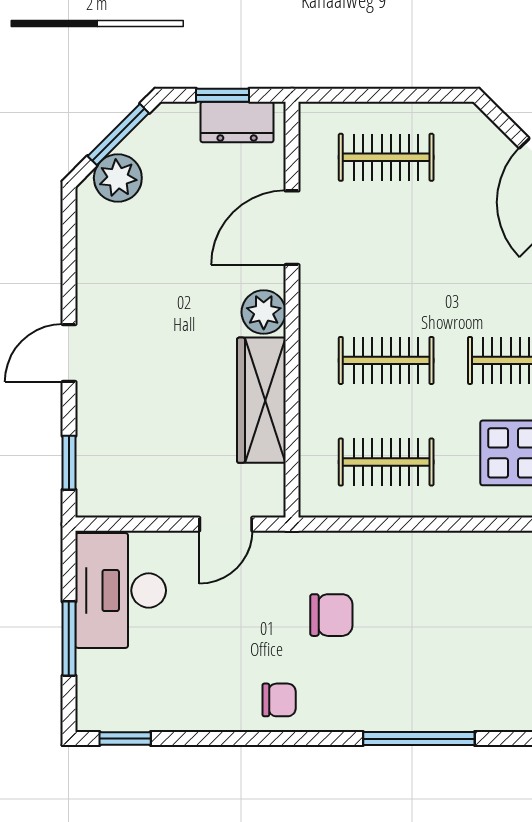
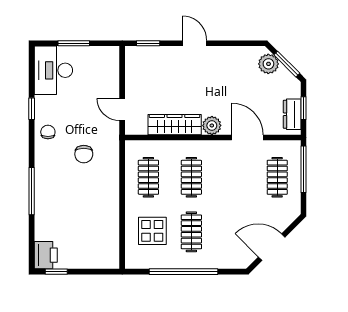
window: (367, 95) -> (303, 169), added
desk: (121, 590) -> (53, 70), moved, turned -90
chair: (279, 700) -> (48, 132), turned 180
window: (125, 739) -> (32, 109), moved

